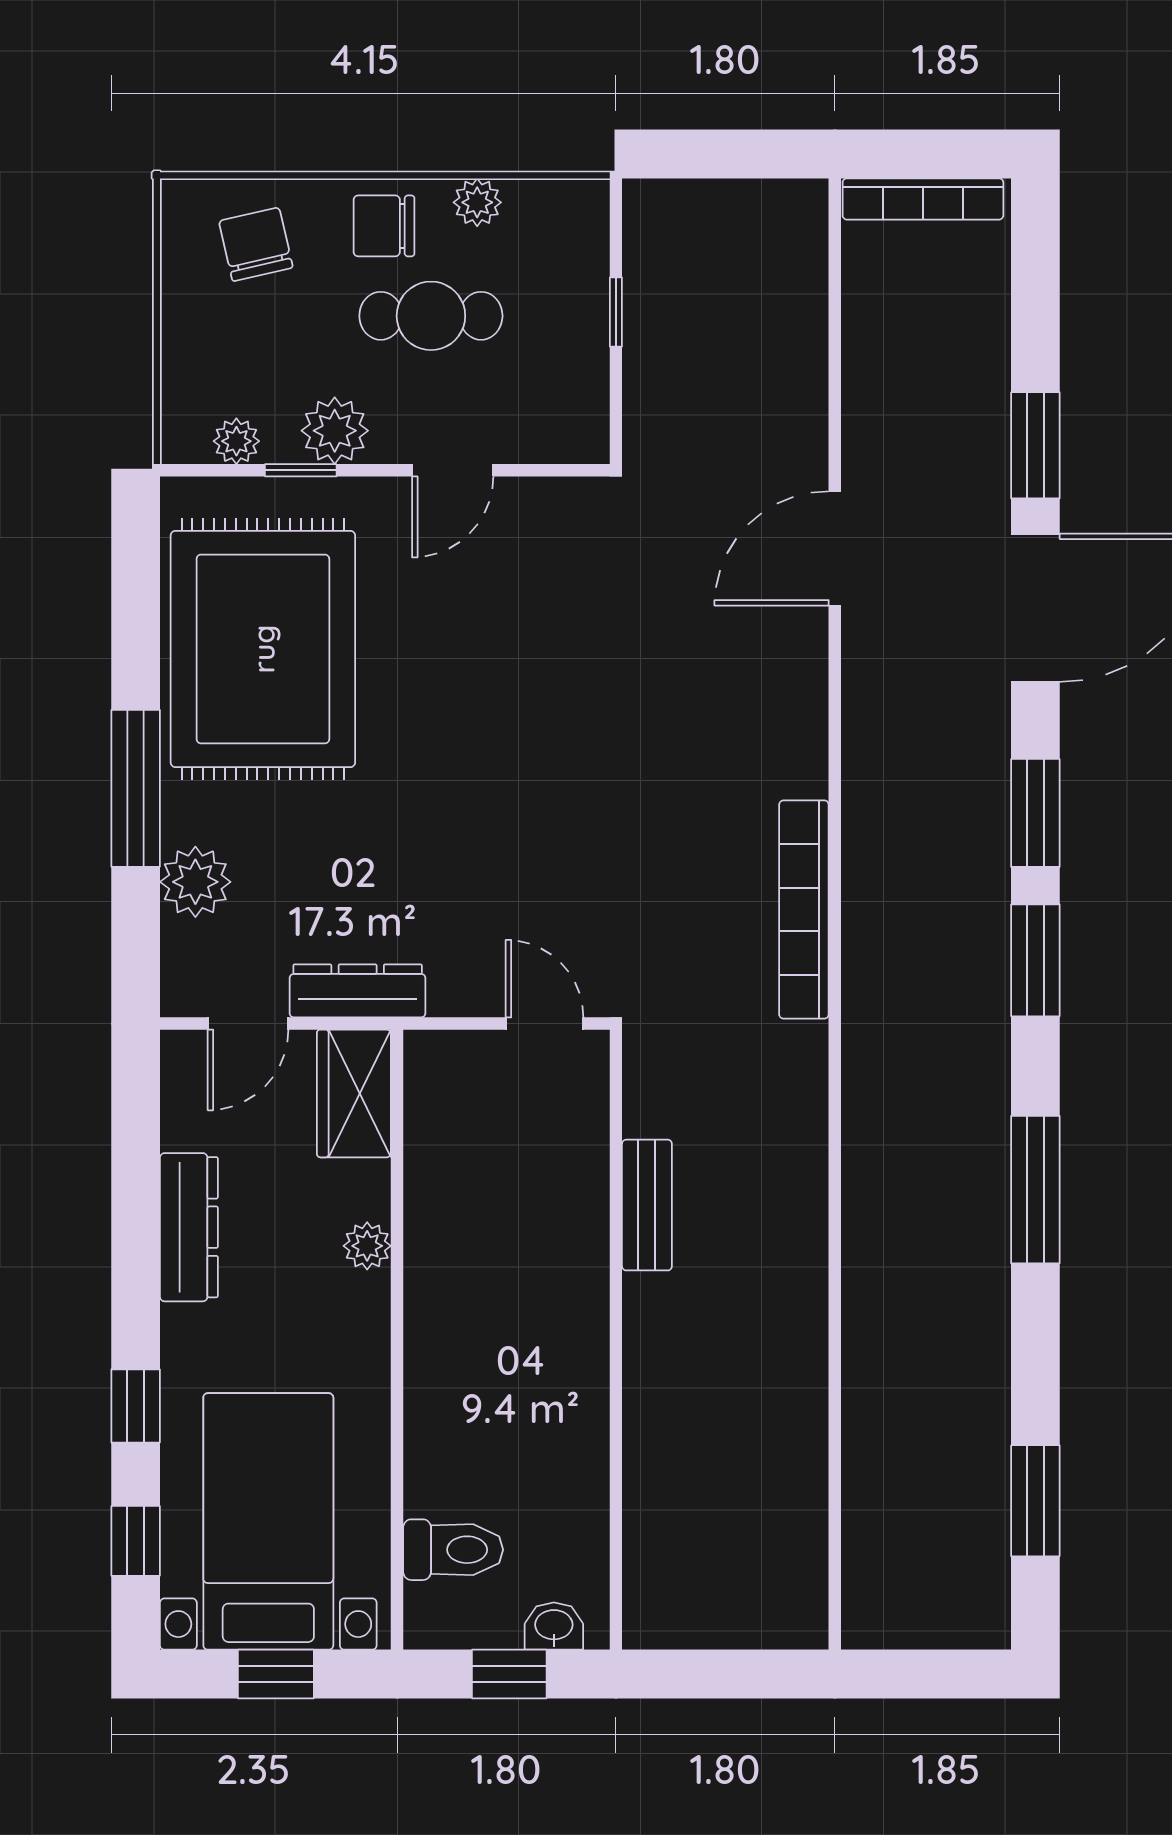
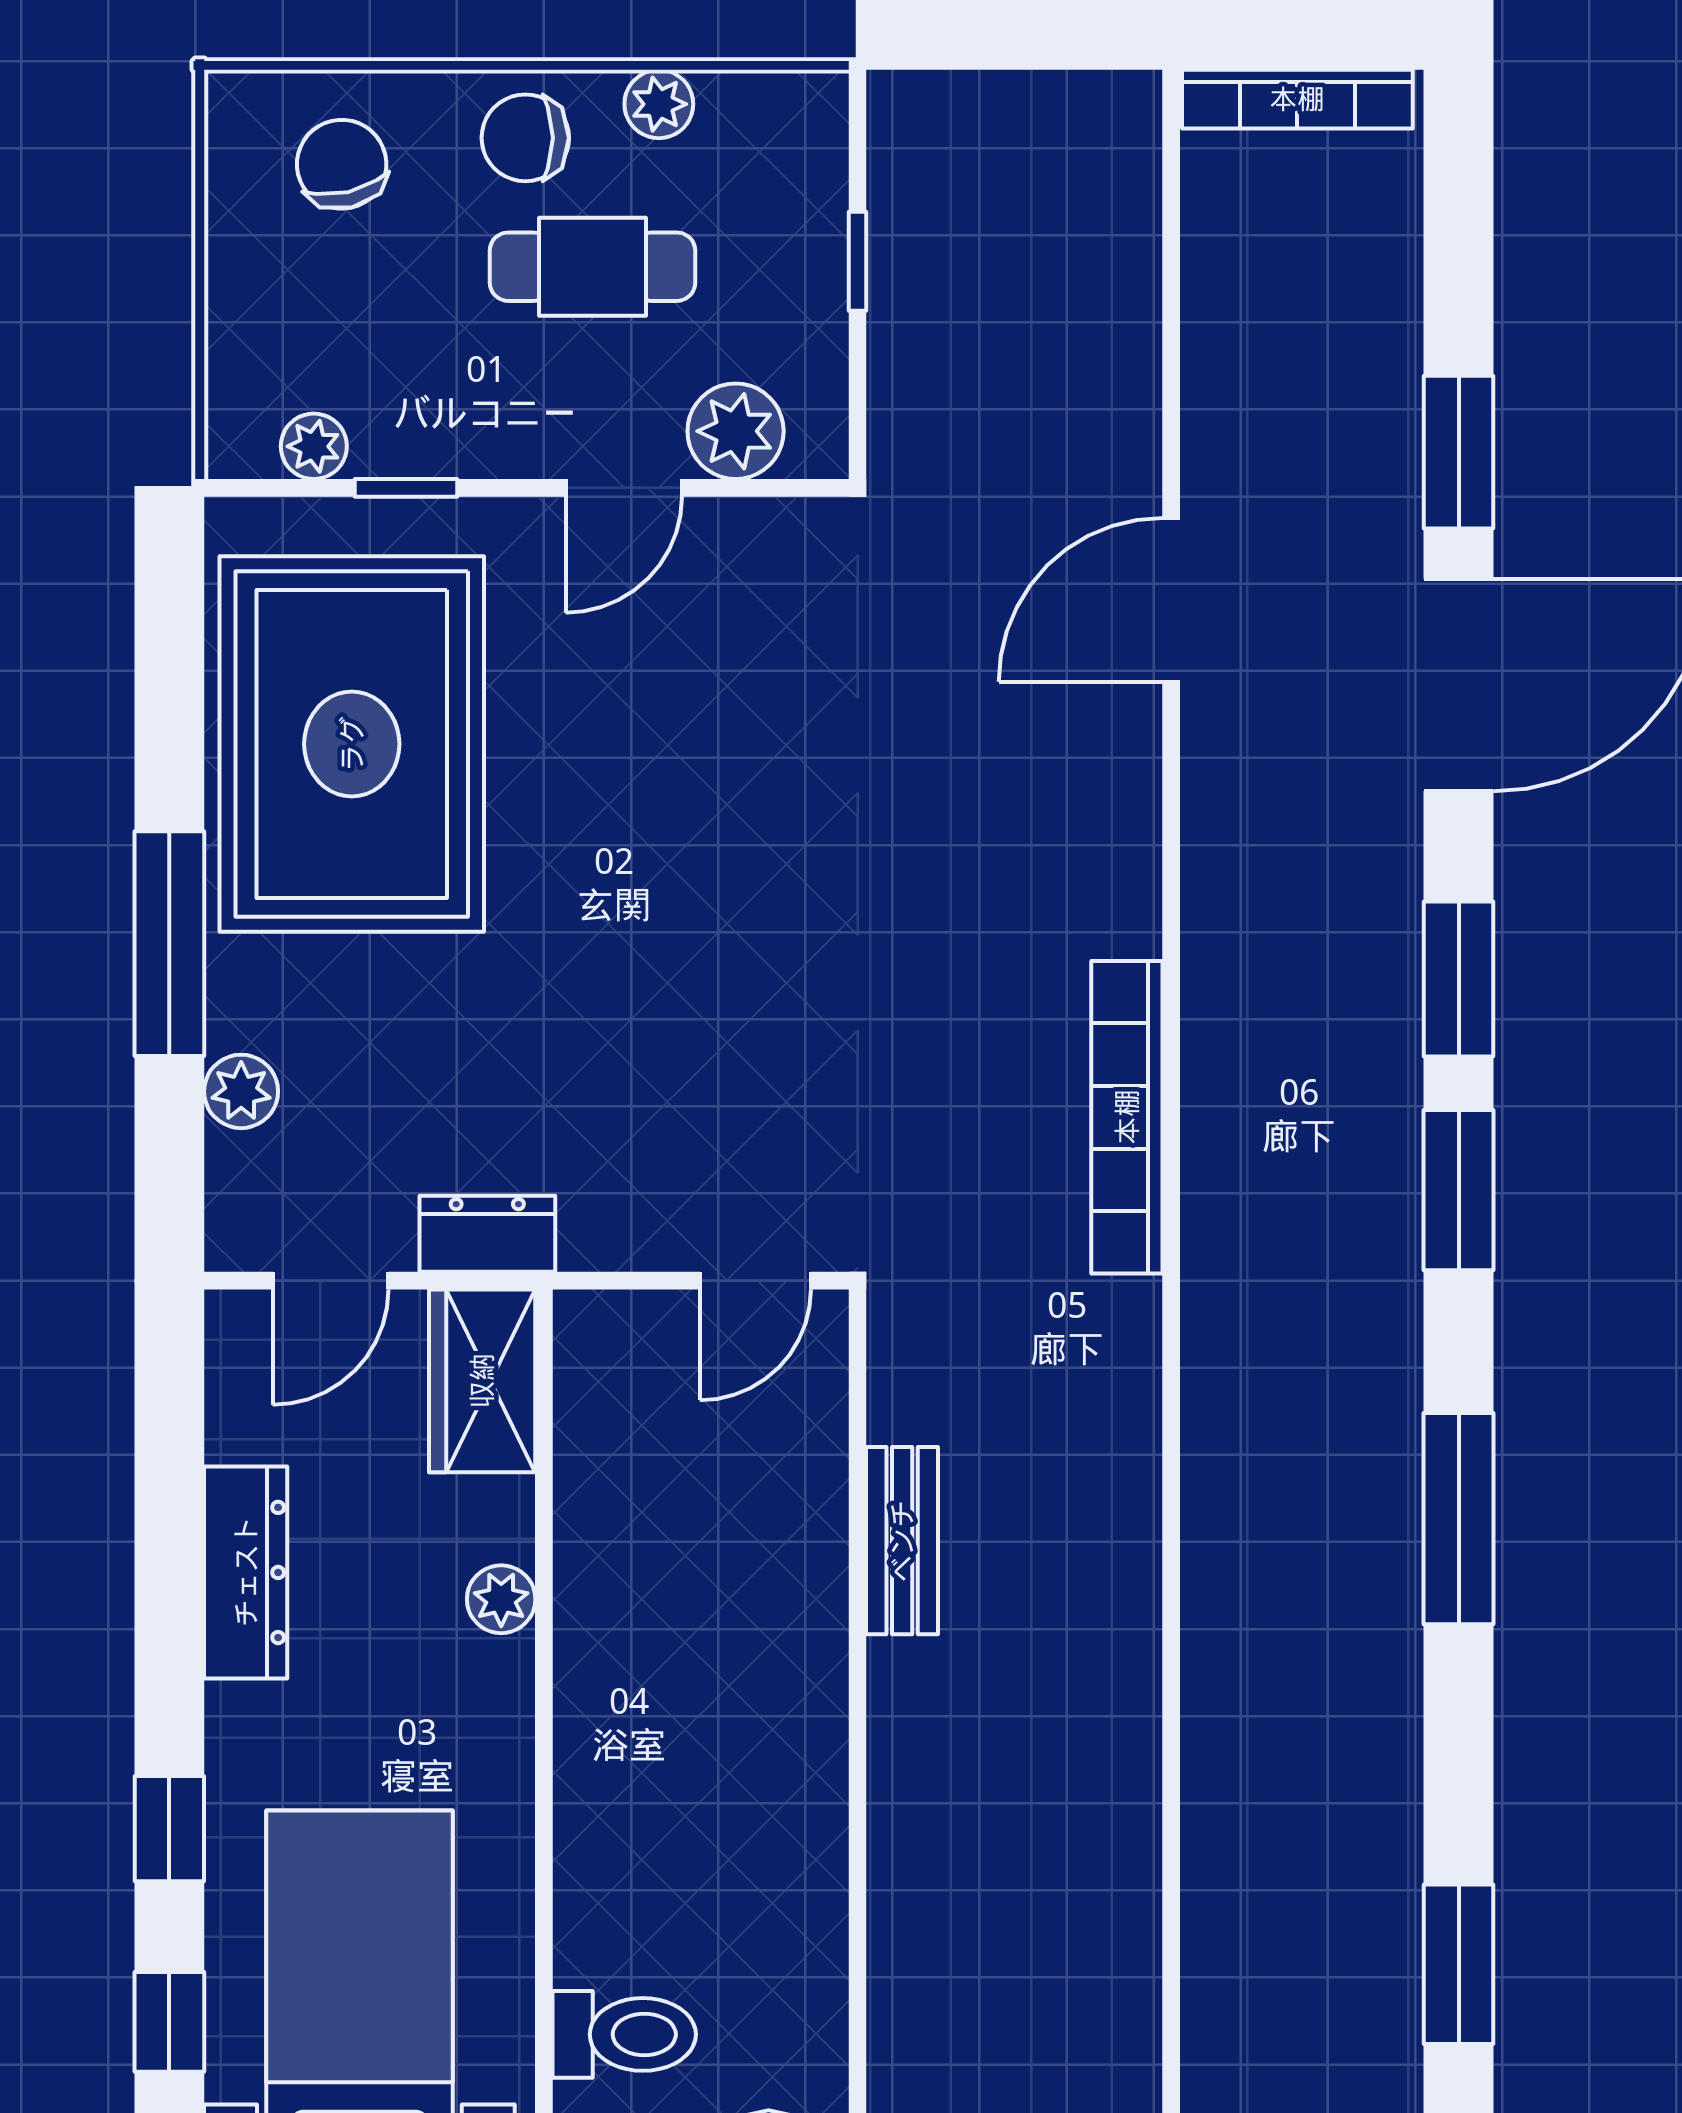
plant: (335, 431) -> (736, 431), moved
plant: (195, 882) -> (241, 1091), width x0.73, depth x0.73
dresser: (358, 991) -> (487, 1234), width x0.70
door: (545, 1023) -> (755, 1281), swing flipped

